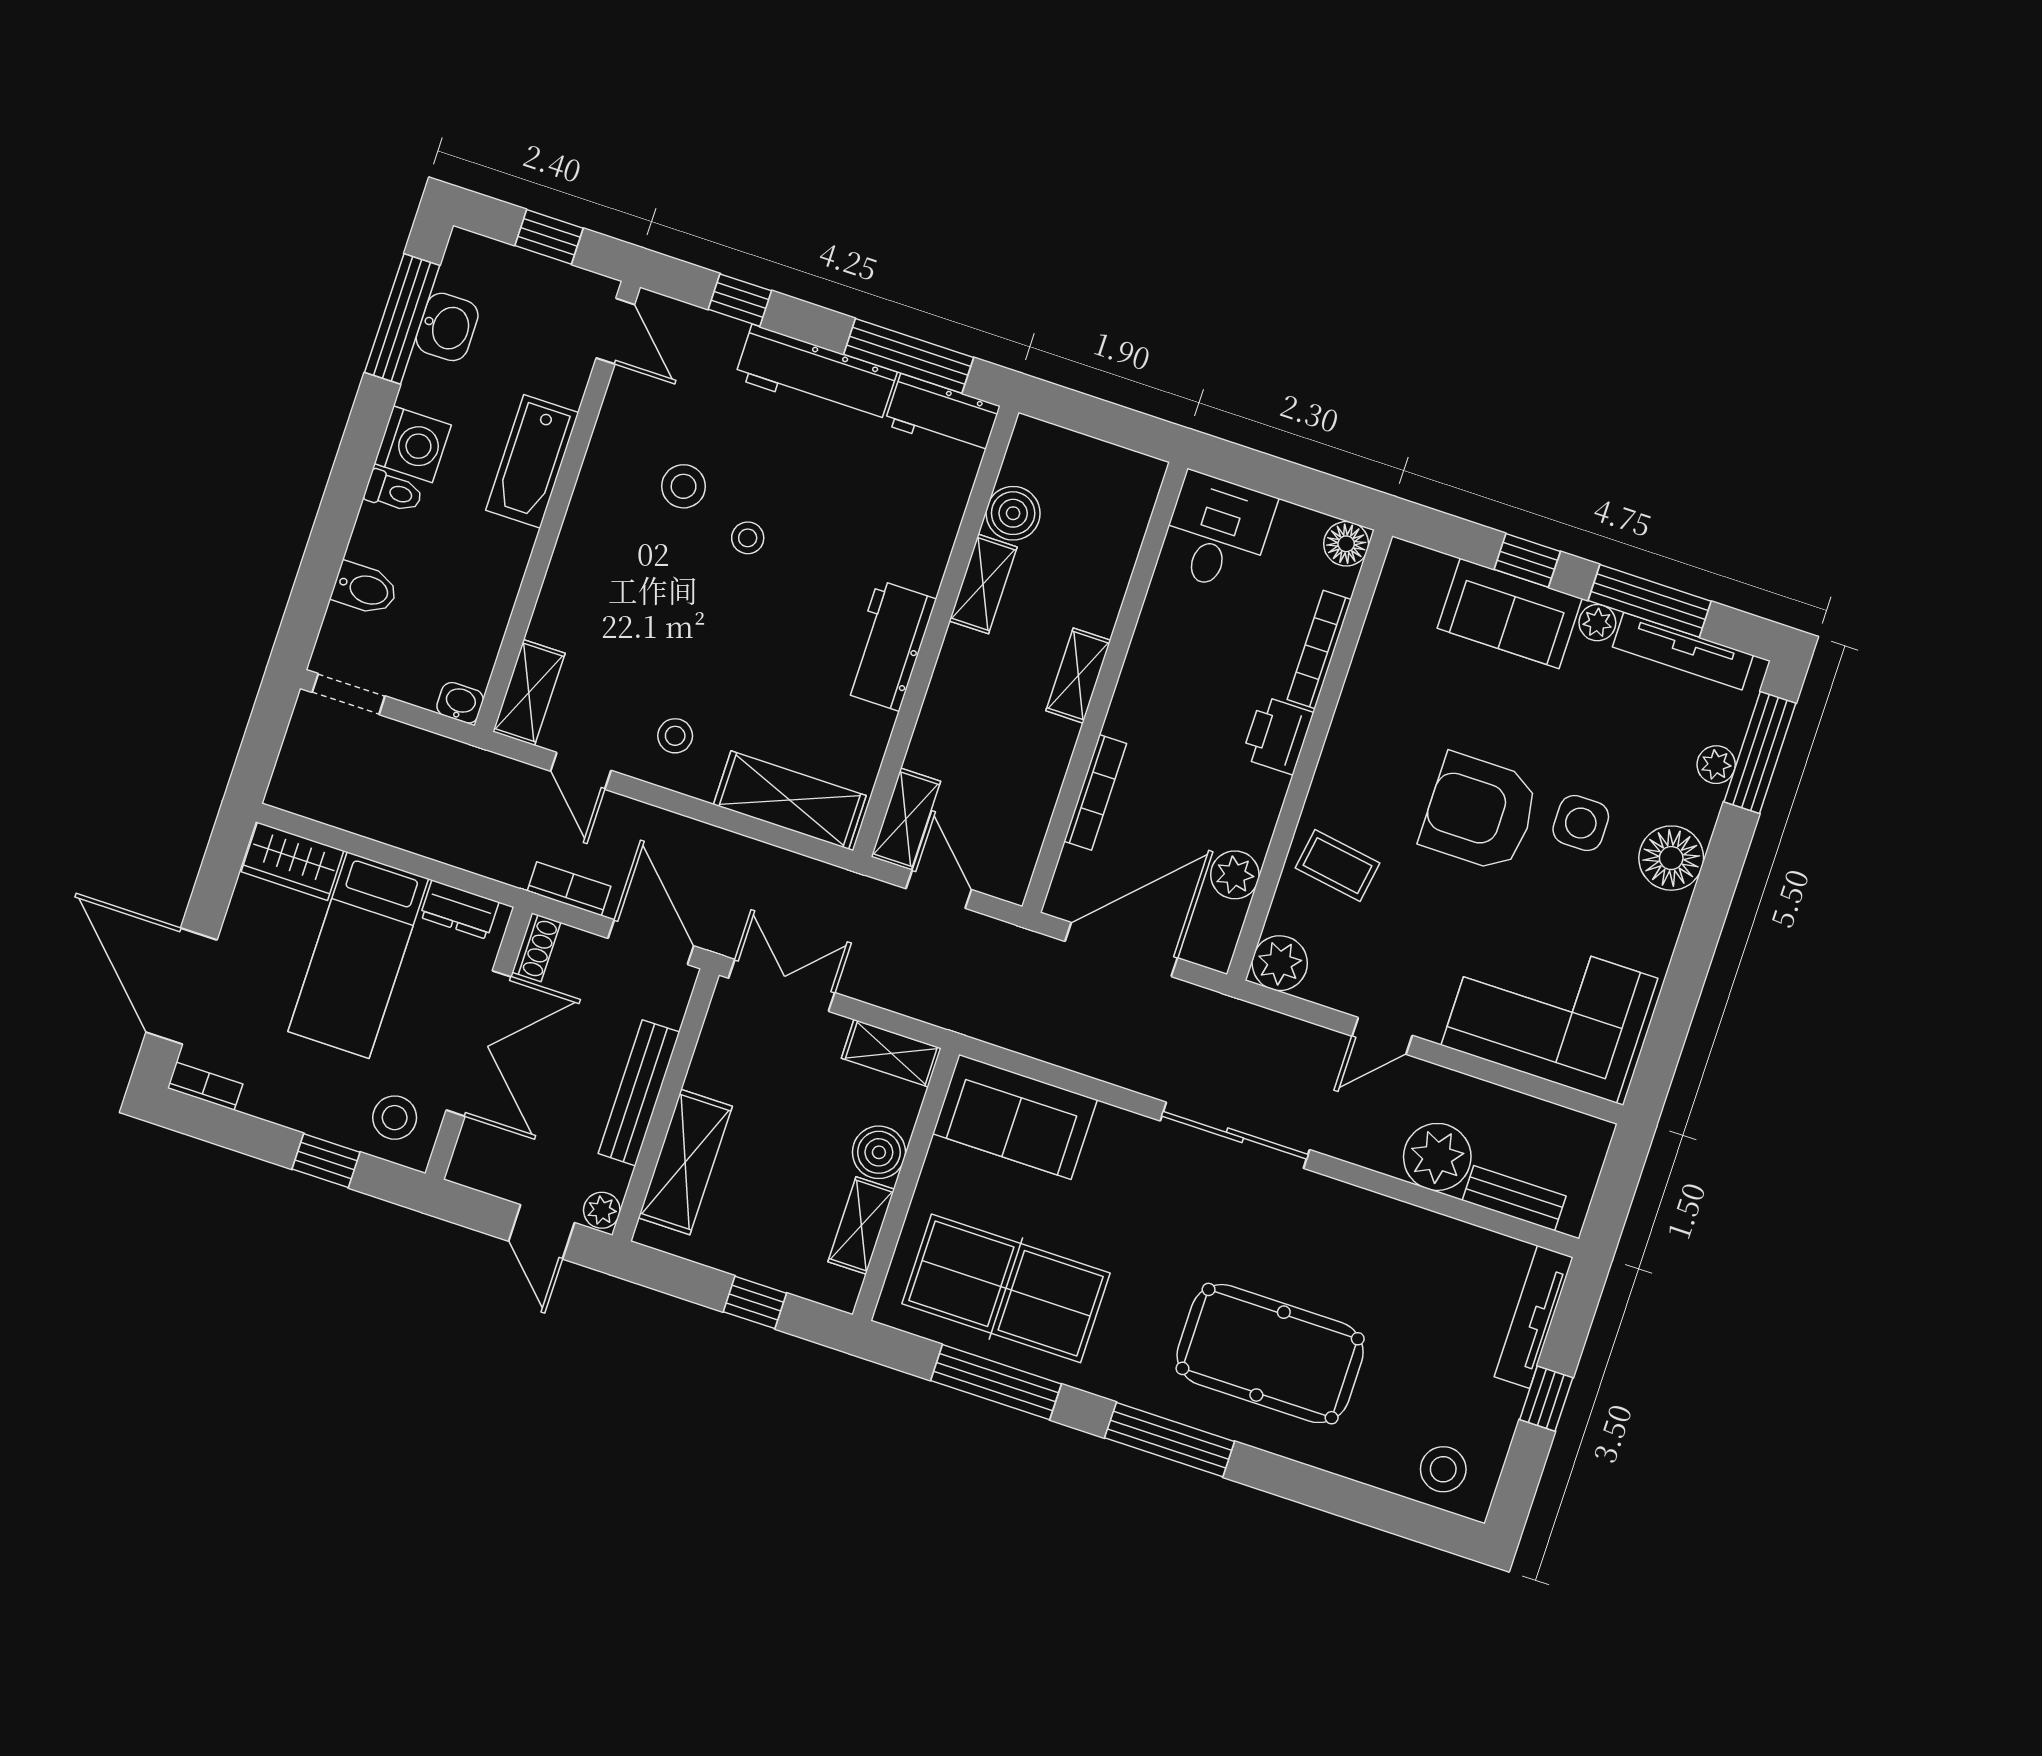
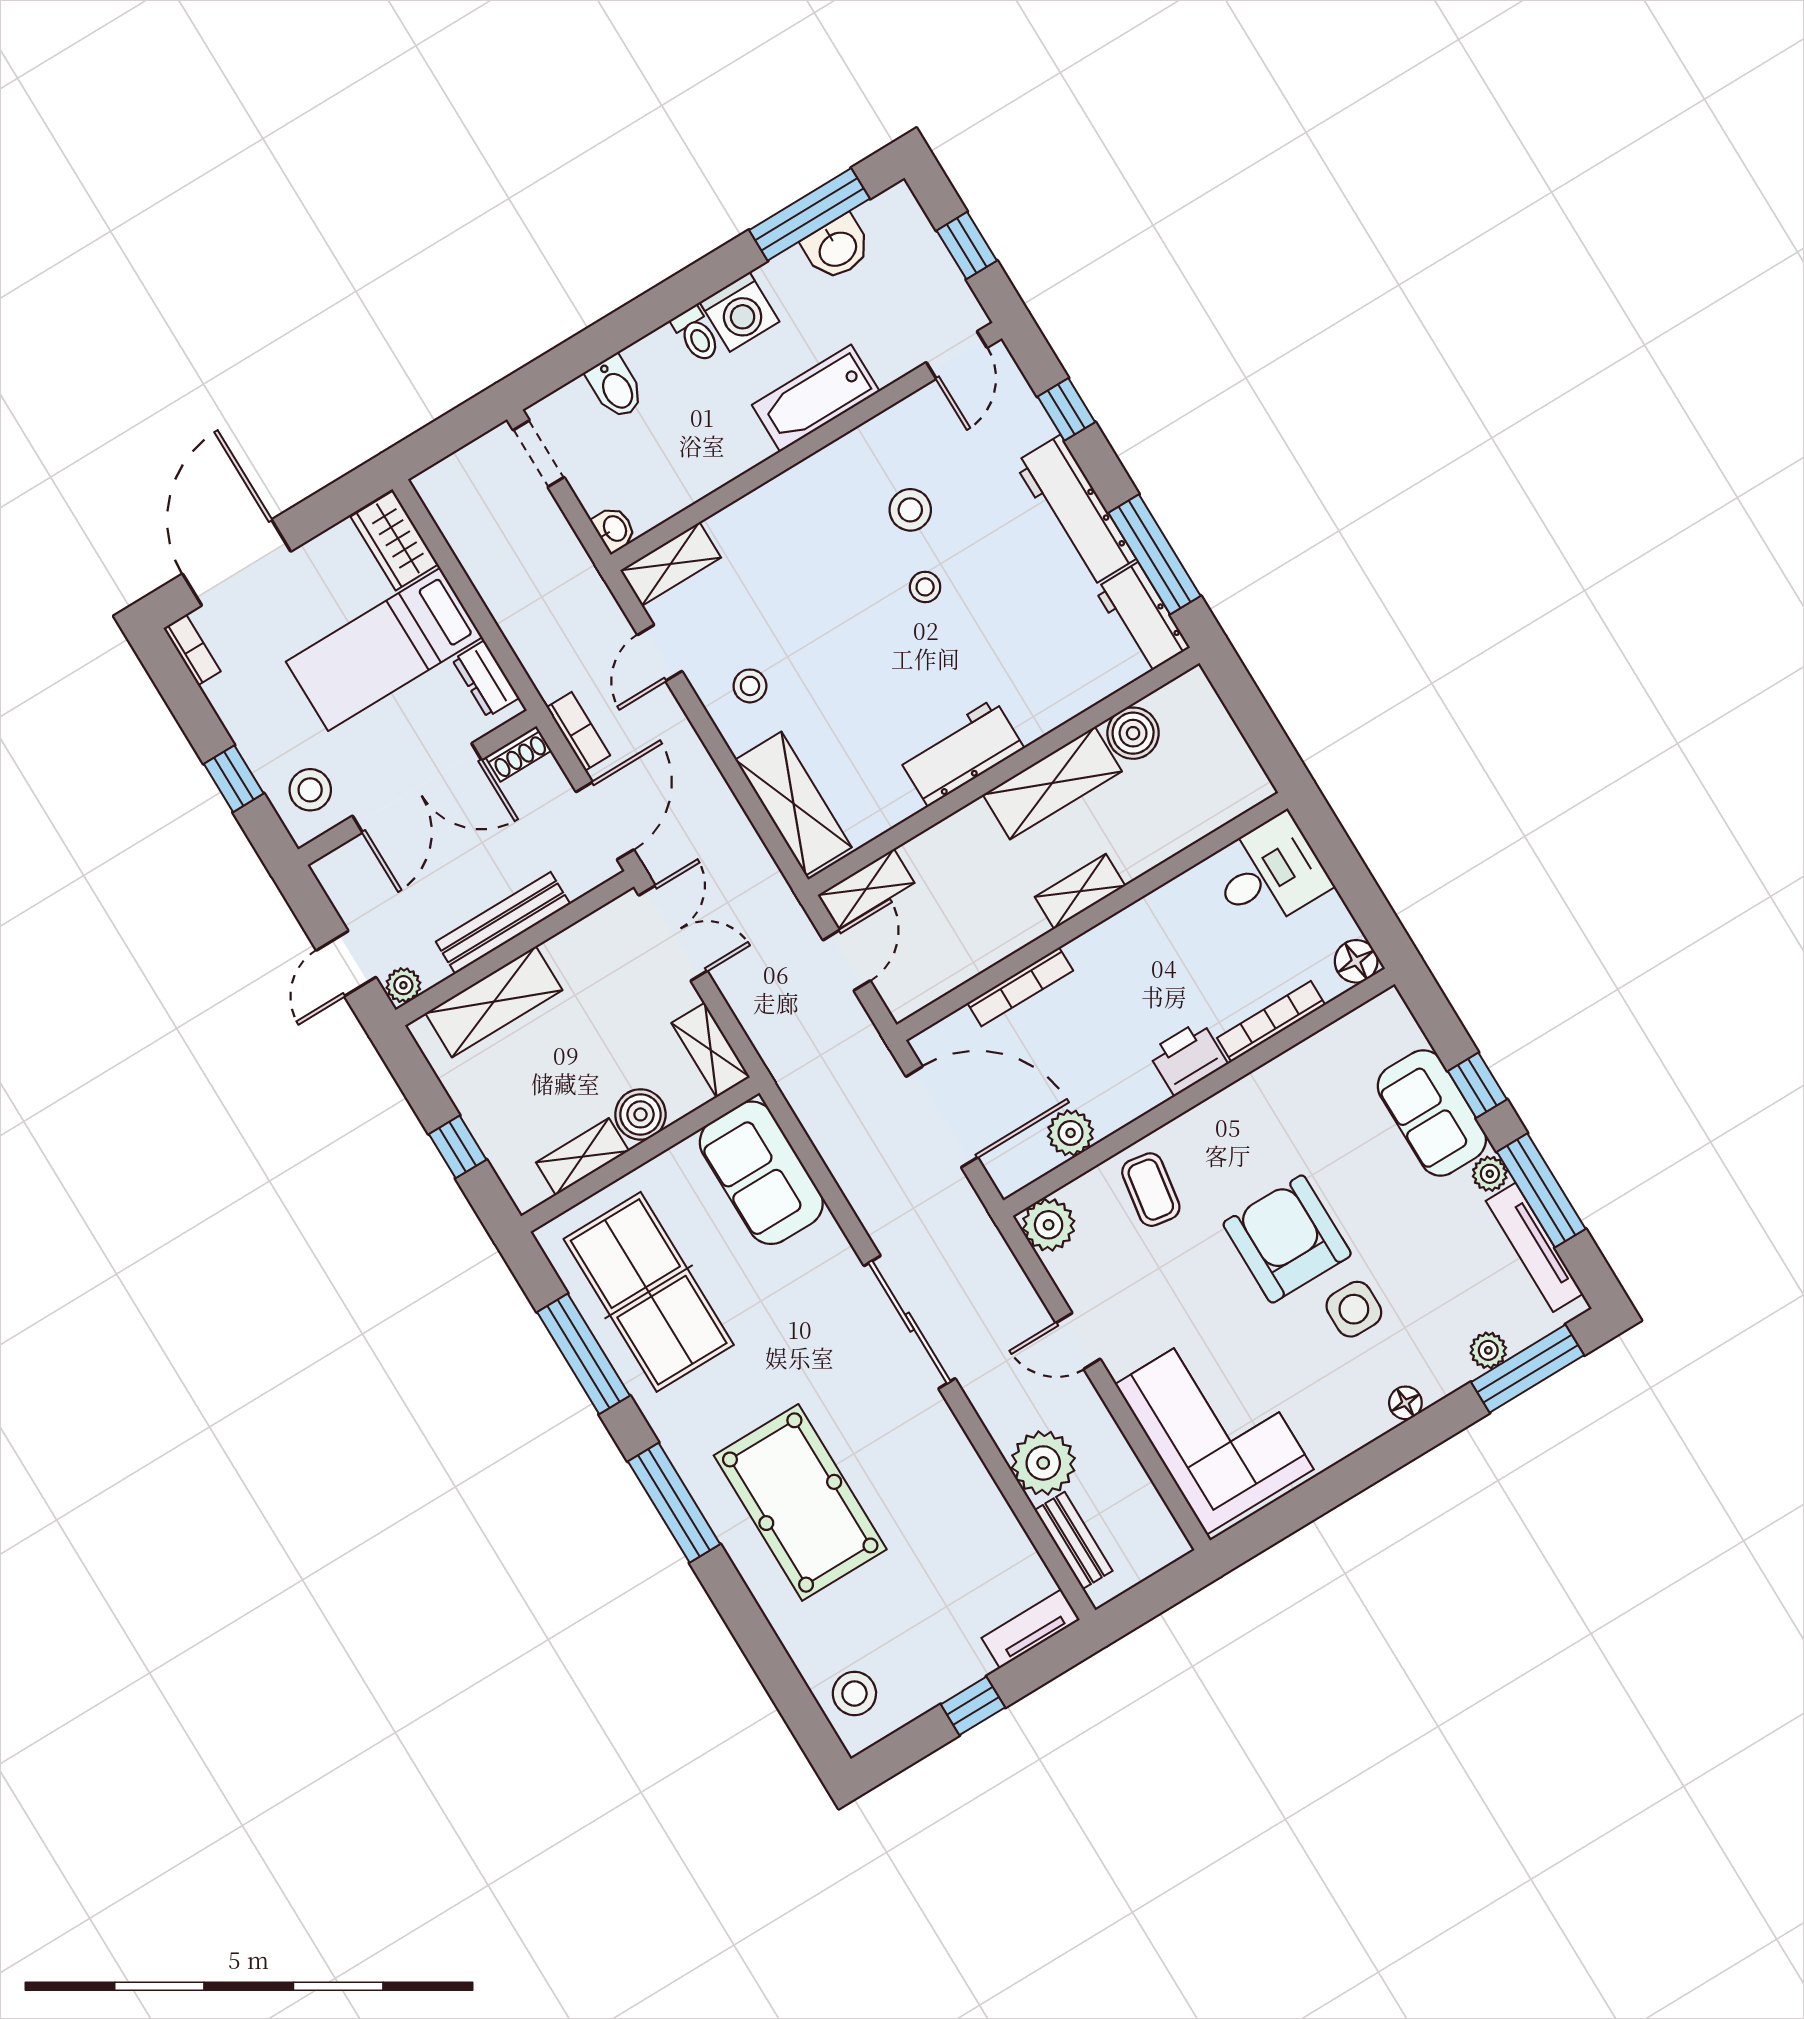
shelving: (983, 584) -> (1052, 783), width x1.50, depth x1.33
floor lamp: (1671, 858) -> (1405, 1403), width x0.53, depth x0.53
tv unit: (1534, 1317) -> (1031, 1629), width x0.71

